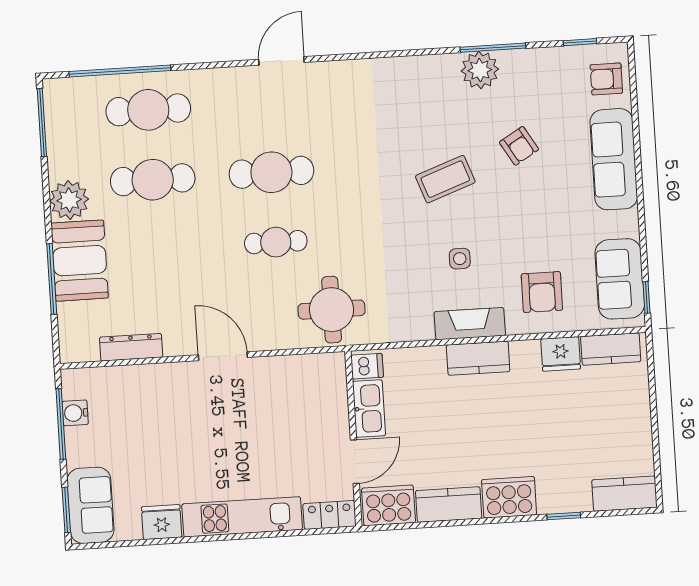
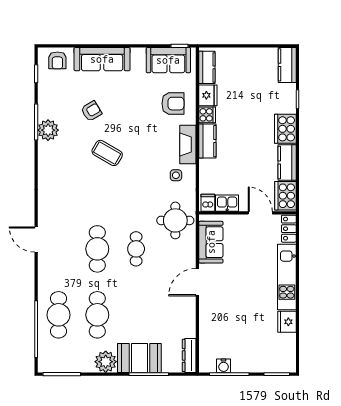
coffee table: (445, 179) -> (107, 153), turned -40
side table: (460, 259) -> (176, 175), moved
dresser: (131, 347) -> (189, 355), moved
cooker: (525, 355) -> (207, 115), added
kitchen sink: (369, 409) -> (227, 203), width x0.73
sofa: (90, 505) -> (211, 242), moved, turned 90

